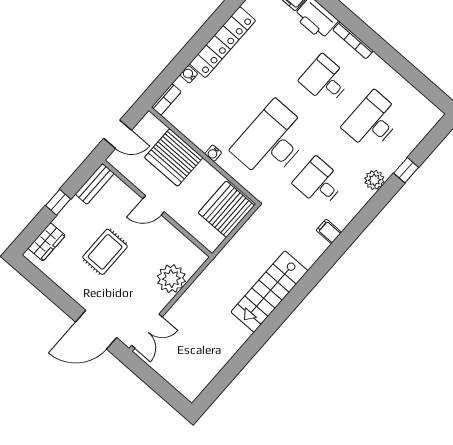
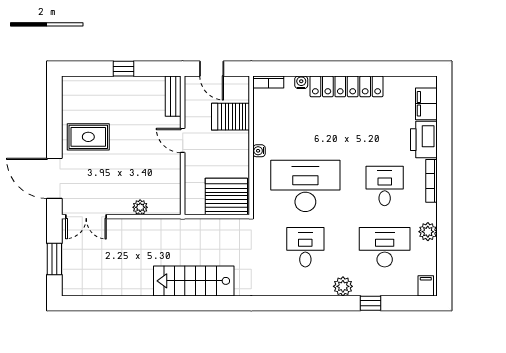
plant: (390, 78) -> (428, 232), added
server rack: (174, 158) -> (230, 117), width x0.62
bench: (95, 184) -> (173, 96), moved, turned 90
filing cabinet: (329, 231) -> (426, 286), moved
wardrobe: (47, 242) -> (87, 86), removed
rug: (105, 252) -> (88, 137), moved
plant: (171, 279) -> (140, 207), width x0.53, depth x0.53
window: (158, 384) -> (54, 259), added

